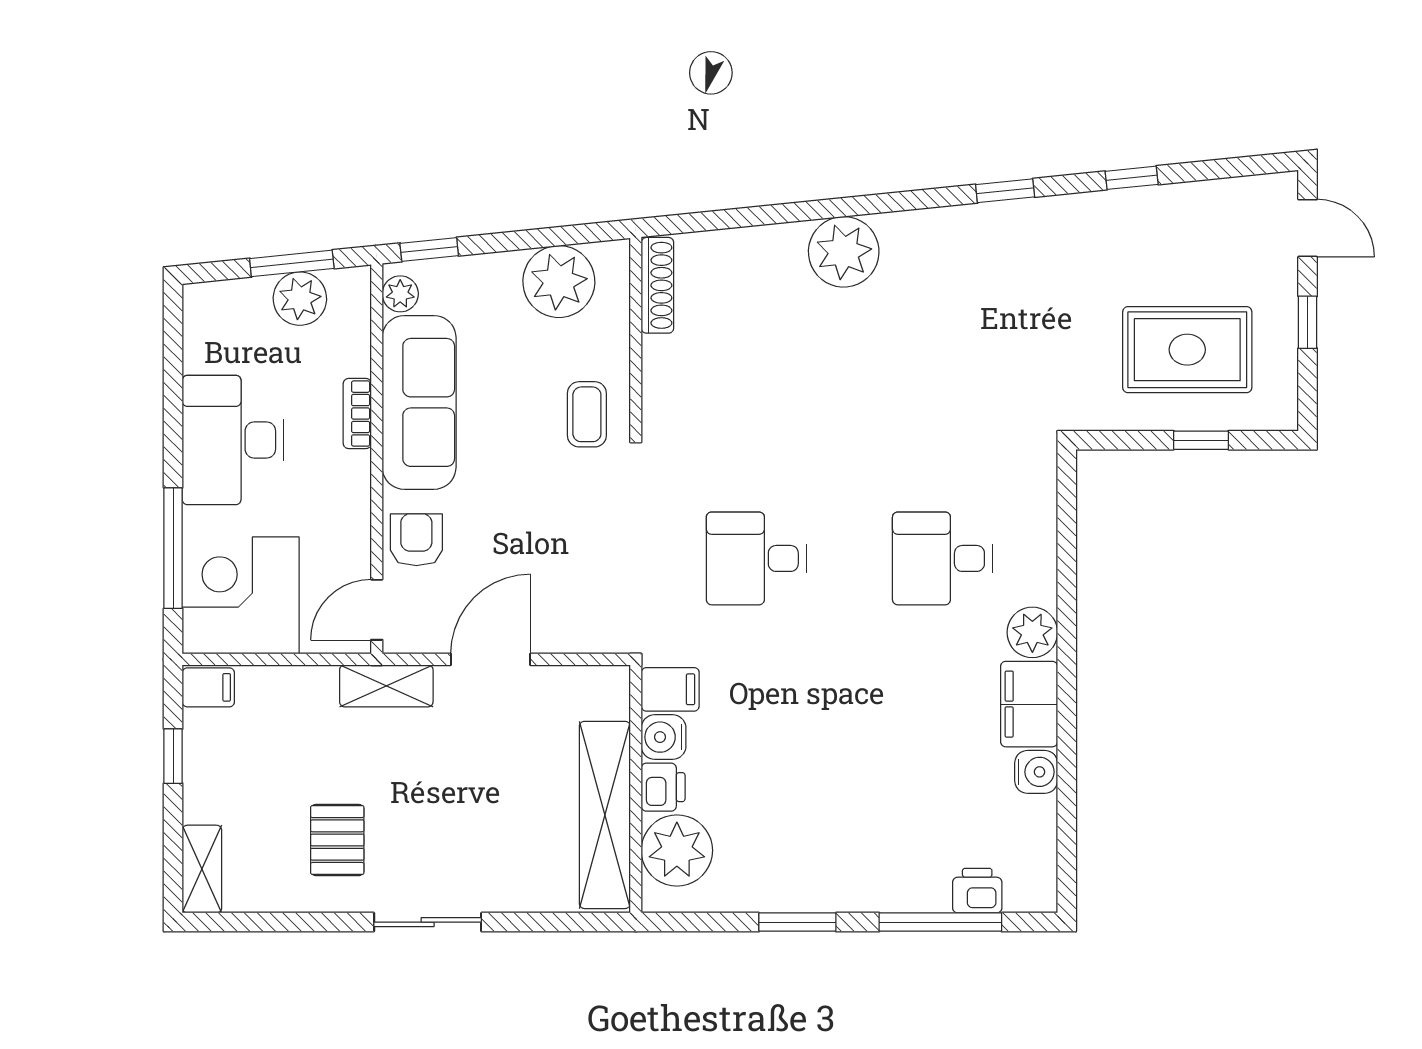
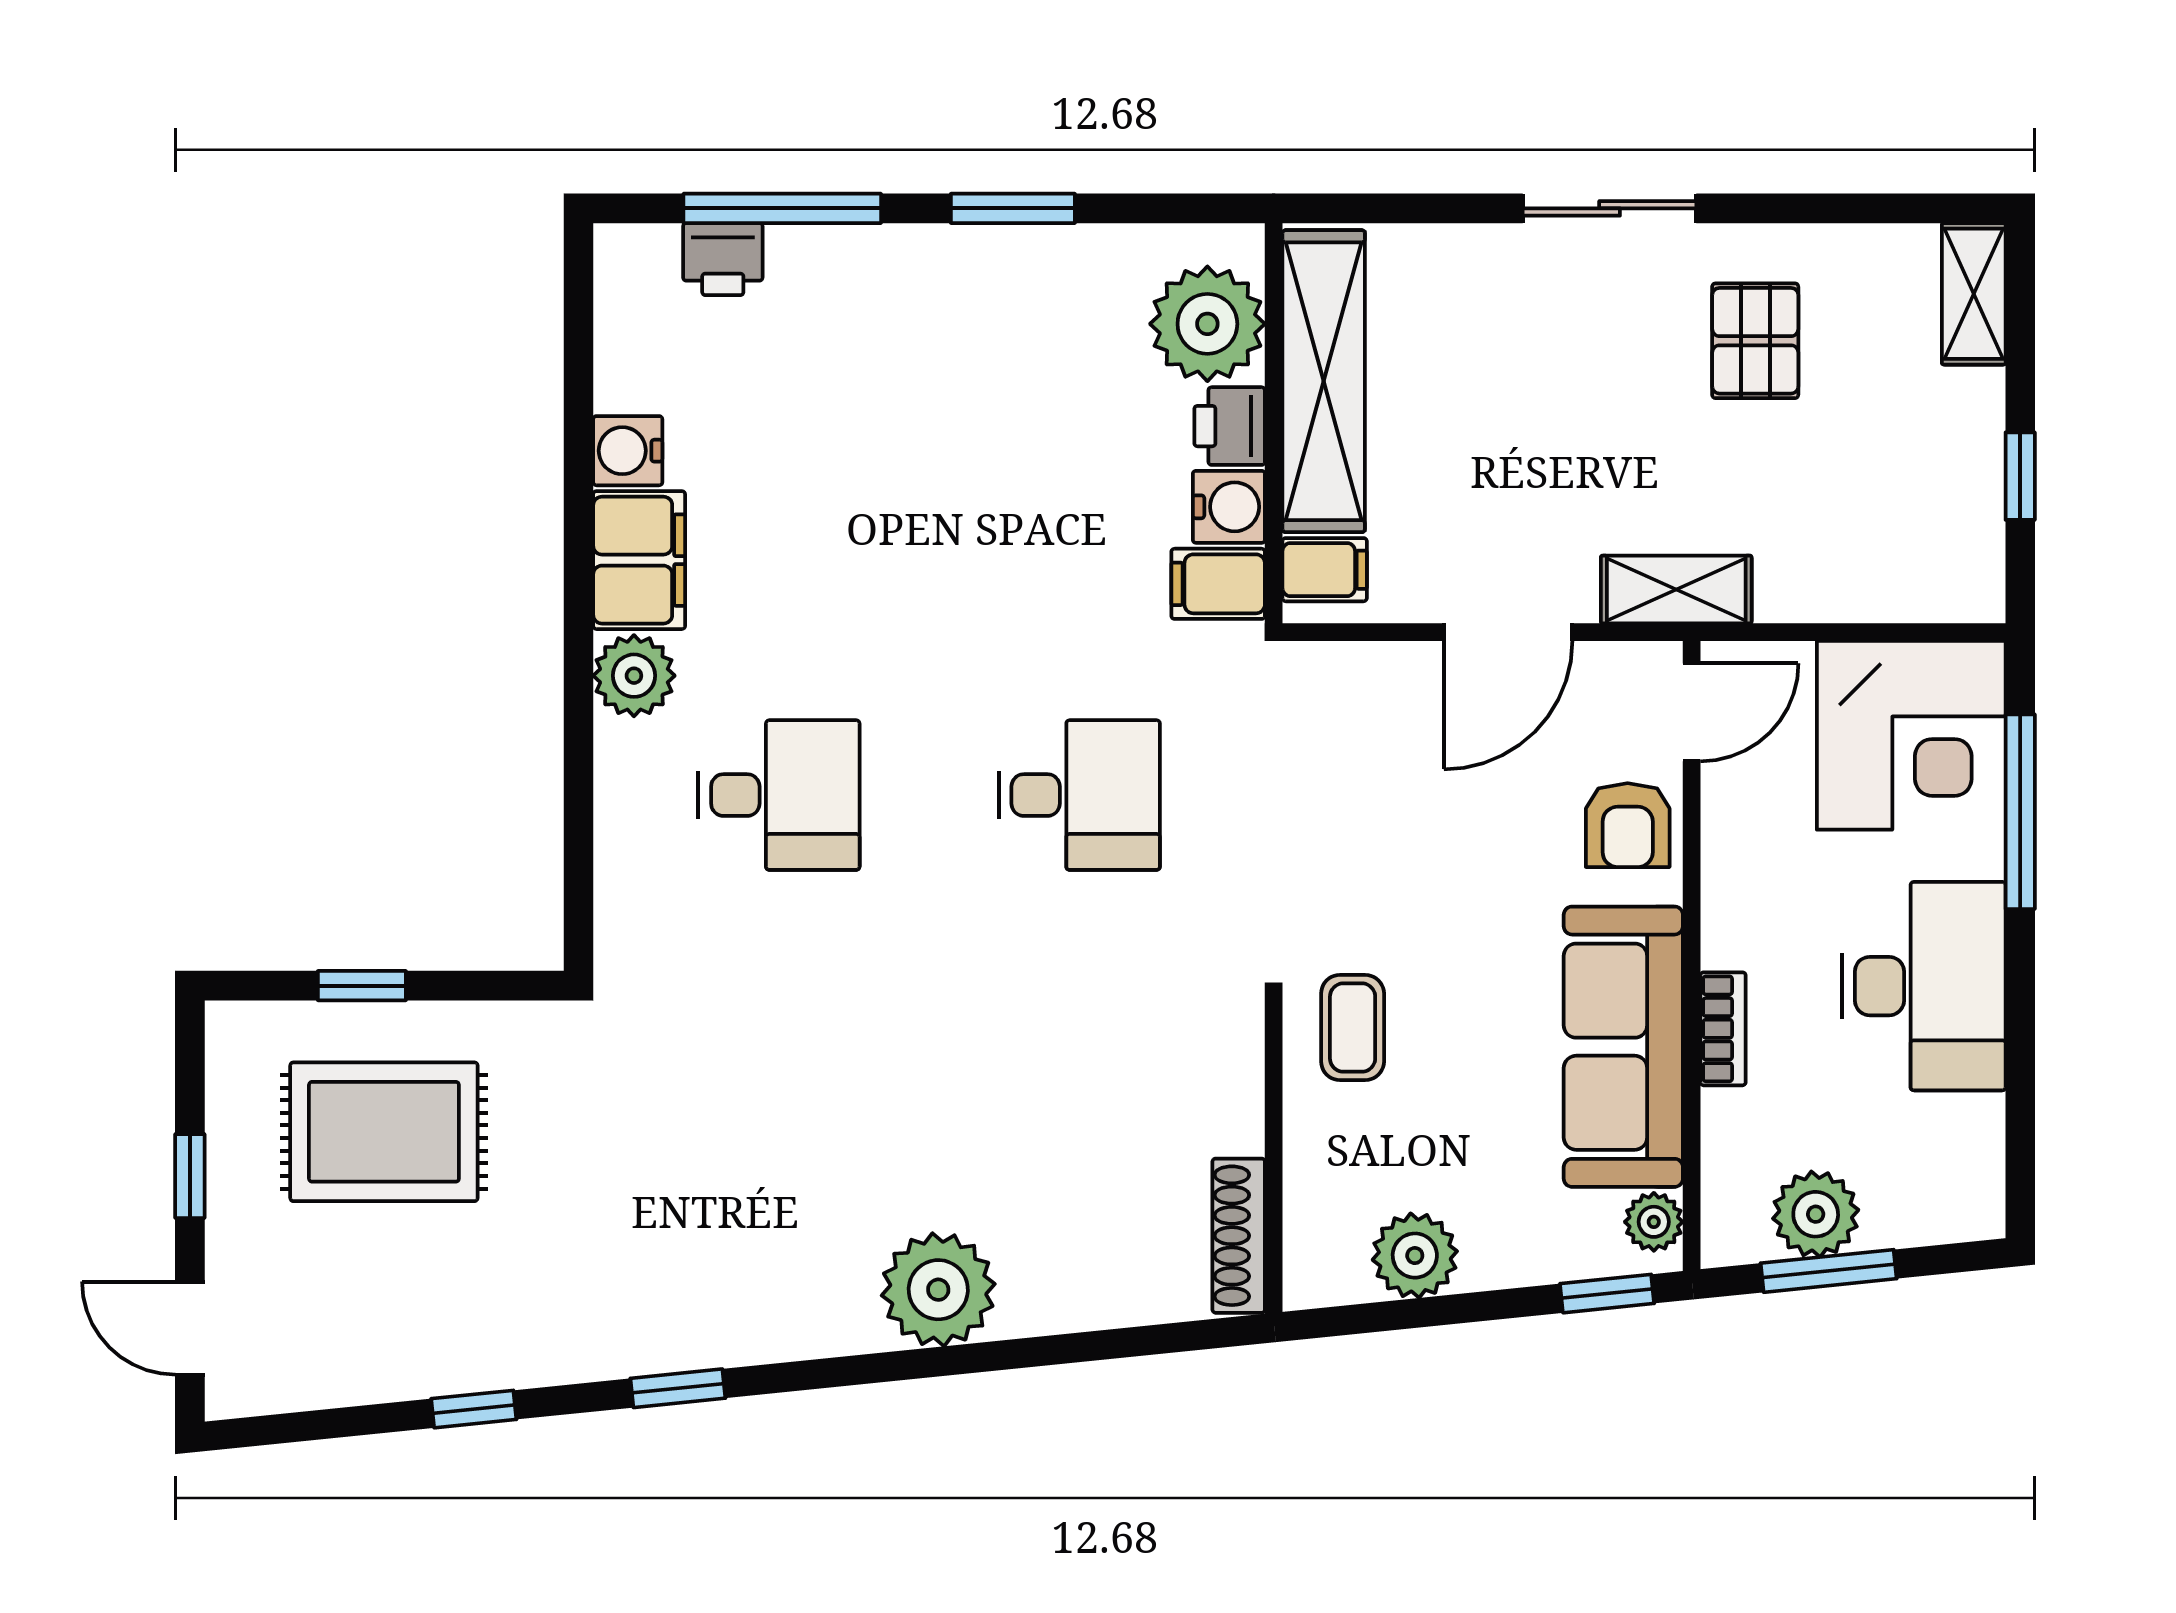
plant: (559, 282) -> (1415, 1256), width x0.73, depth x0.73
filing cabinet: (208, 687) -> (1325, 570), moved, turned 180

